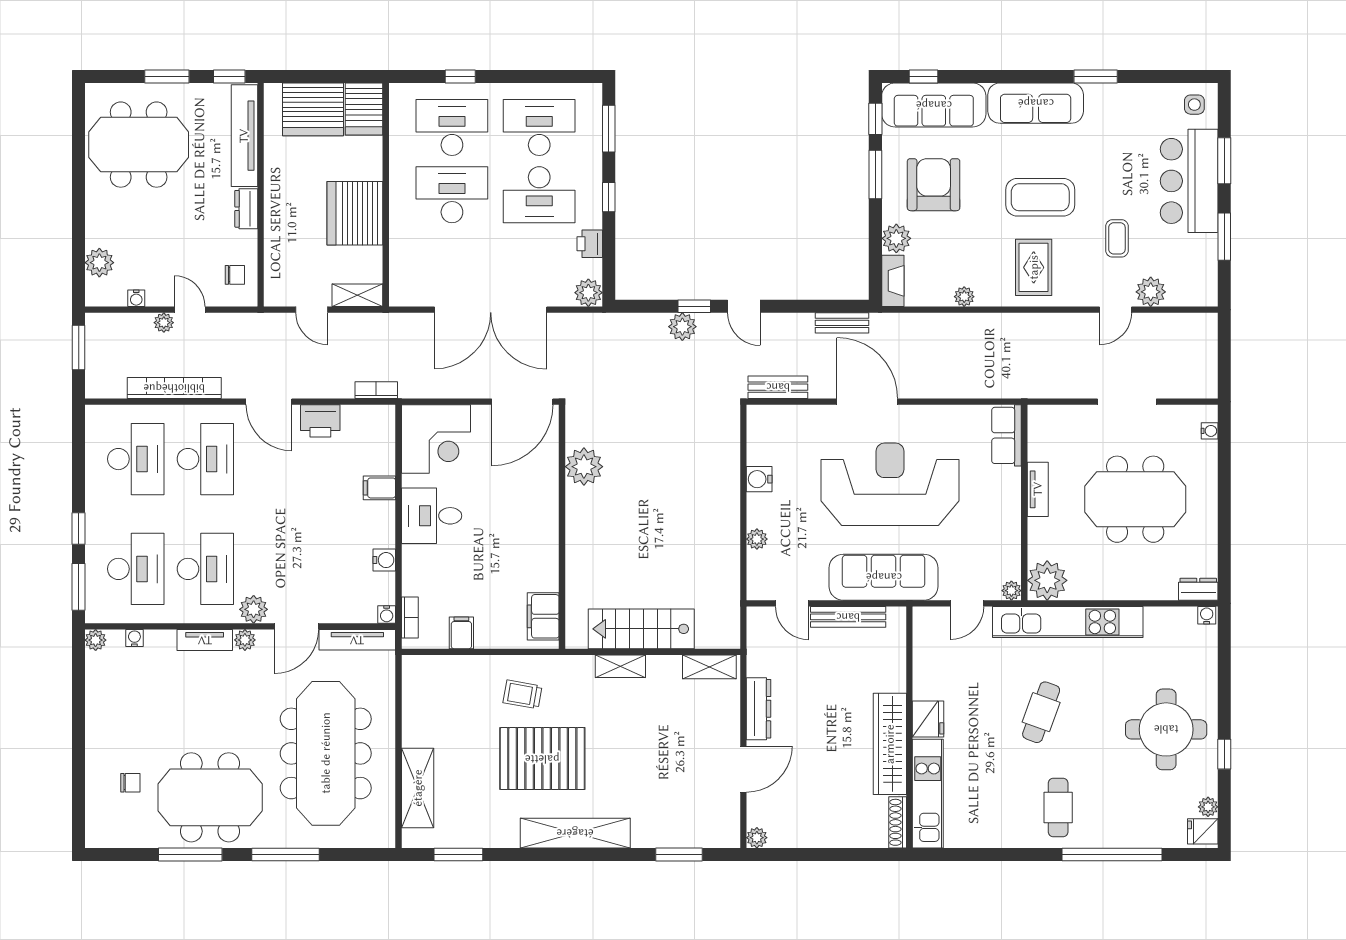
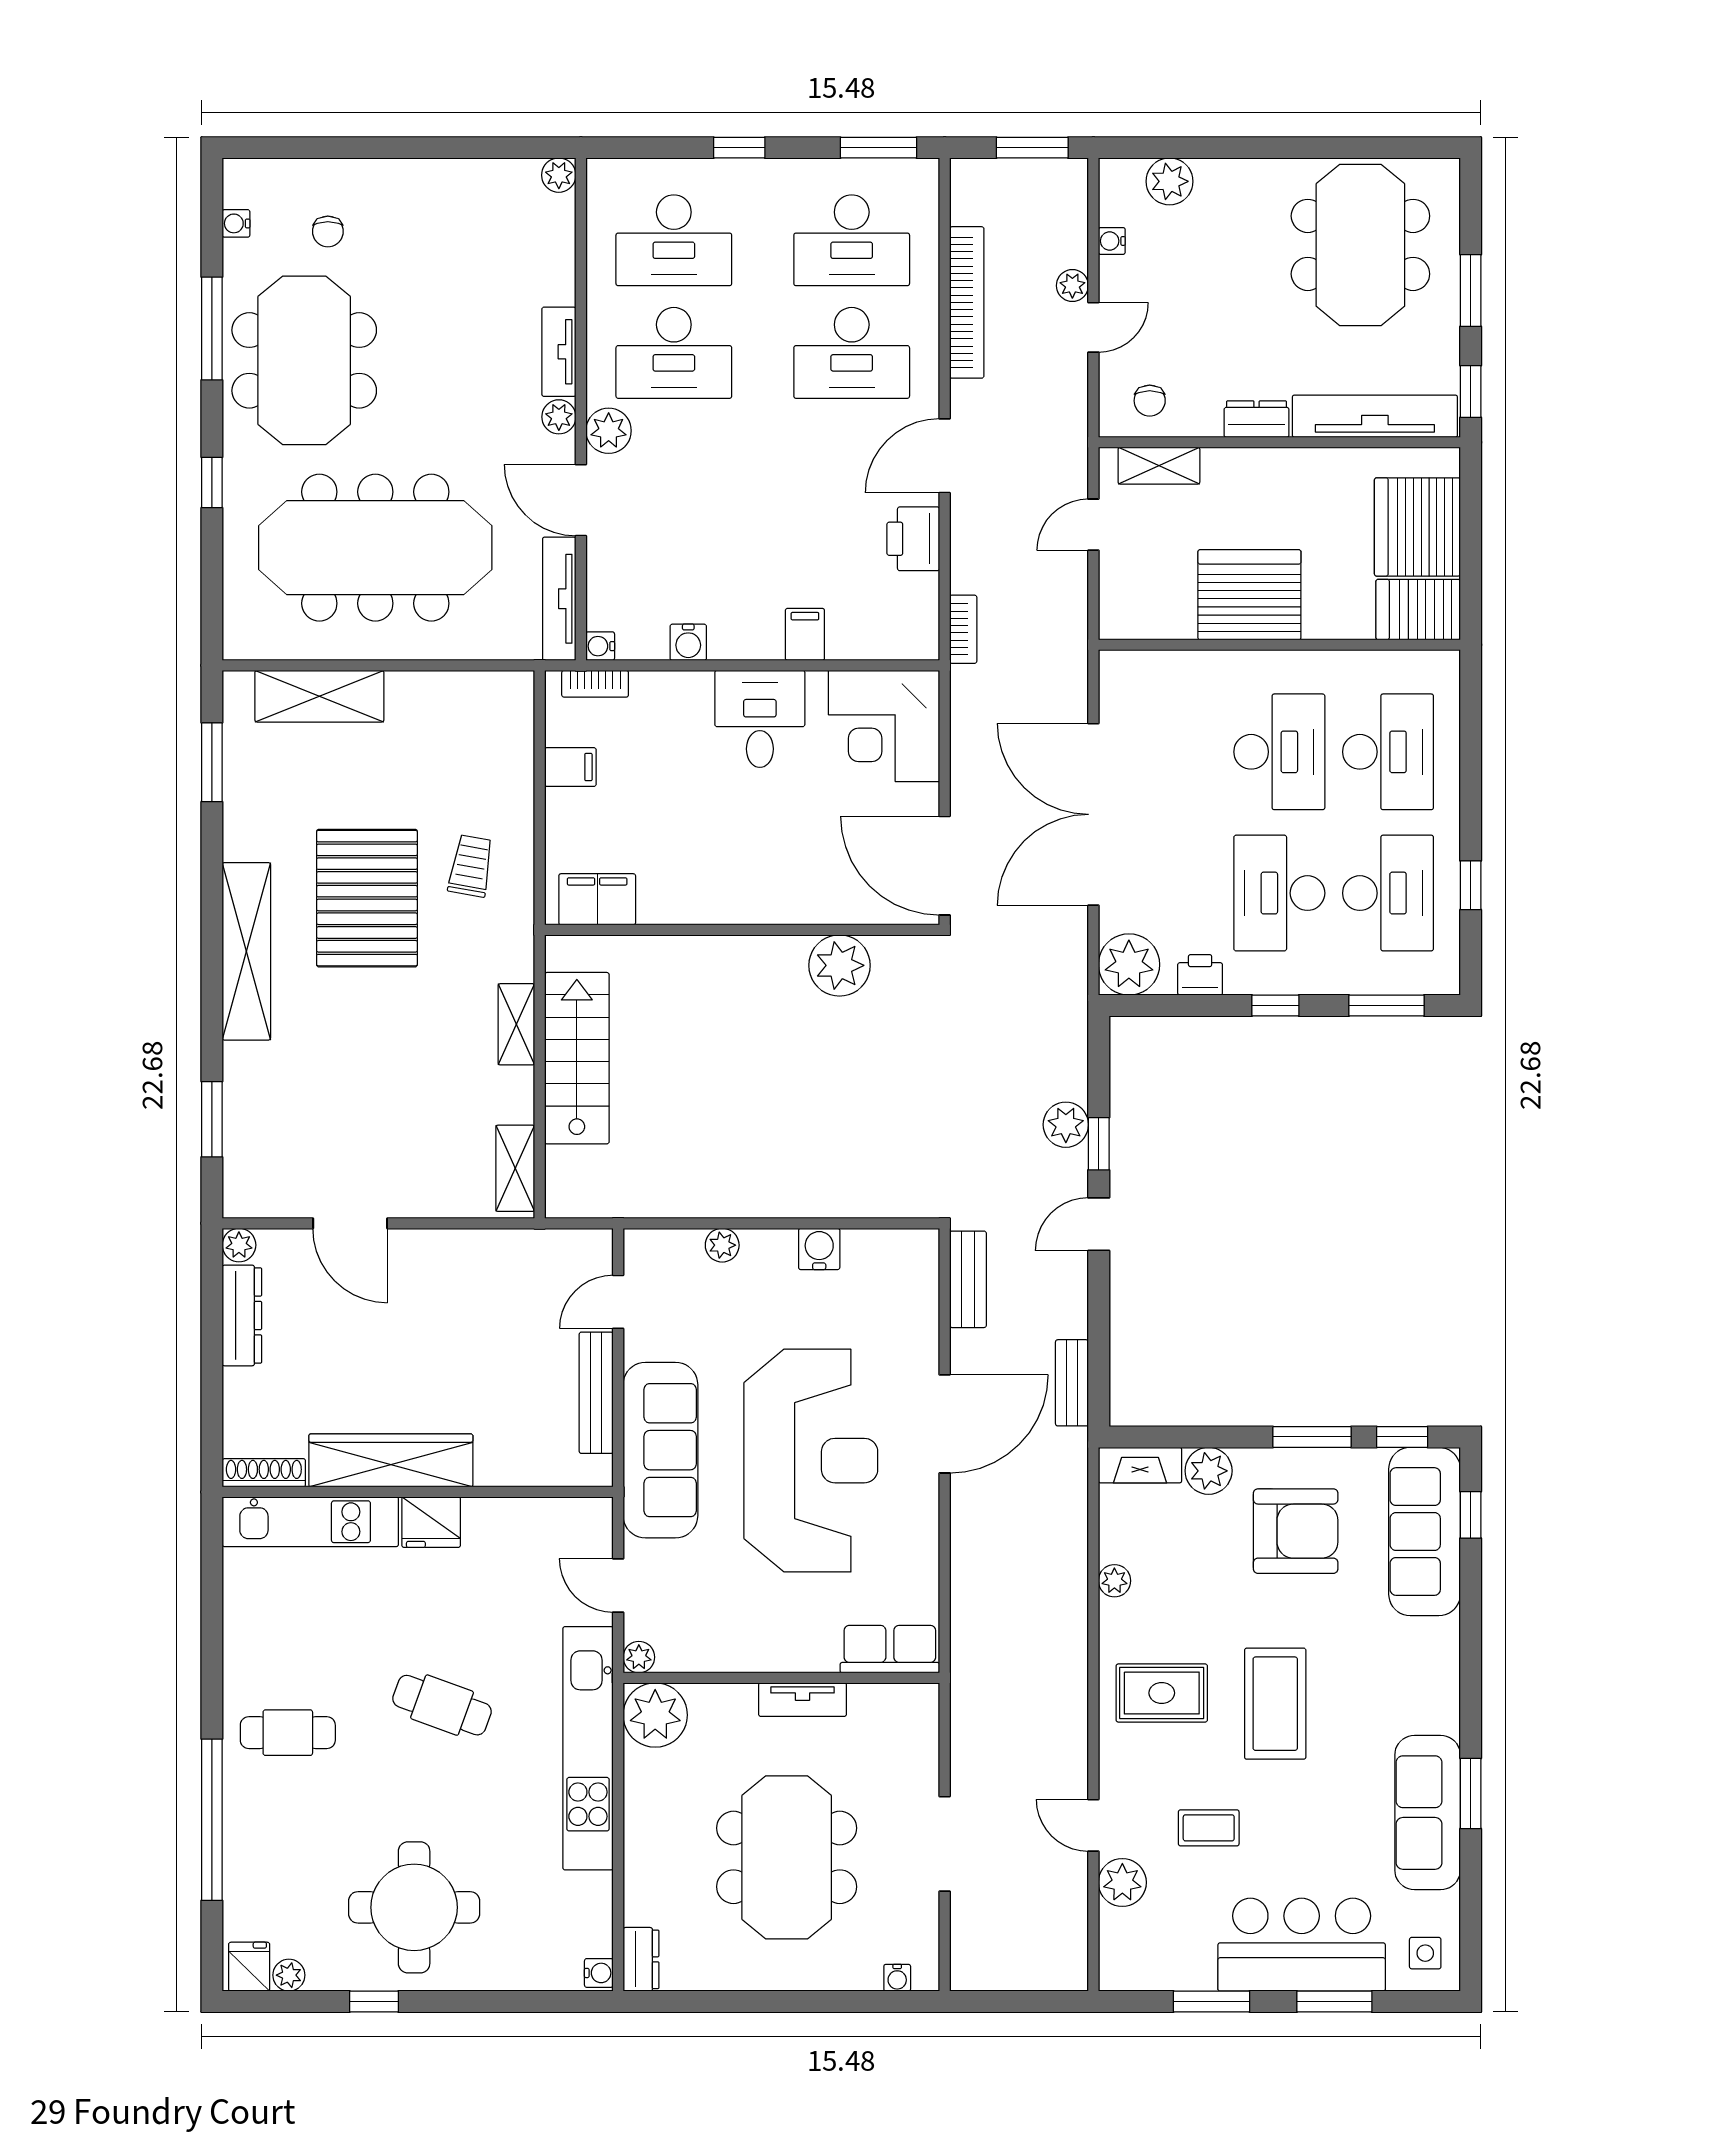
window: (460, 76) -> (1471, 885), moved
sofa: (1036, 103) -> (1428, 1813), moved
plant: (588, 293) -> (1129, 965), width x1.36, depth x1.36
shelving: (357, 295) -> (1159, 466), moved, turned 90
window: (79, 587) -> (878, 148), moved
water cooler: (134, 638) -> (236, 223), moved, turned 180
dresser: (759, 709) -> (242, 1315), moved, turned -90
window: (285, 854) -> (212, 482), width x0.46

